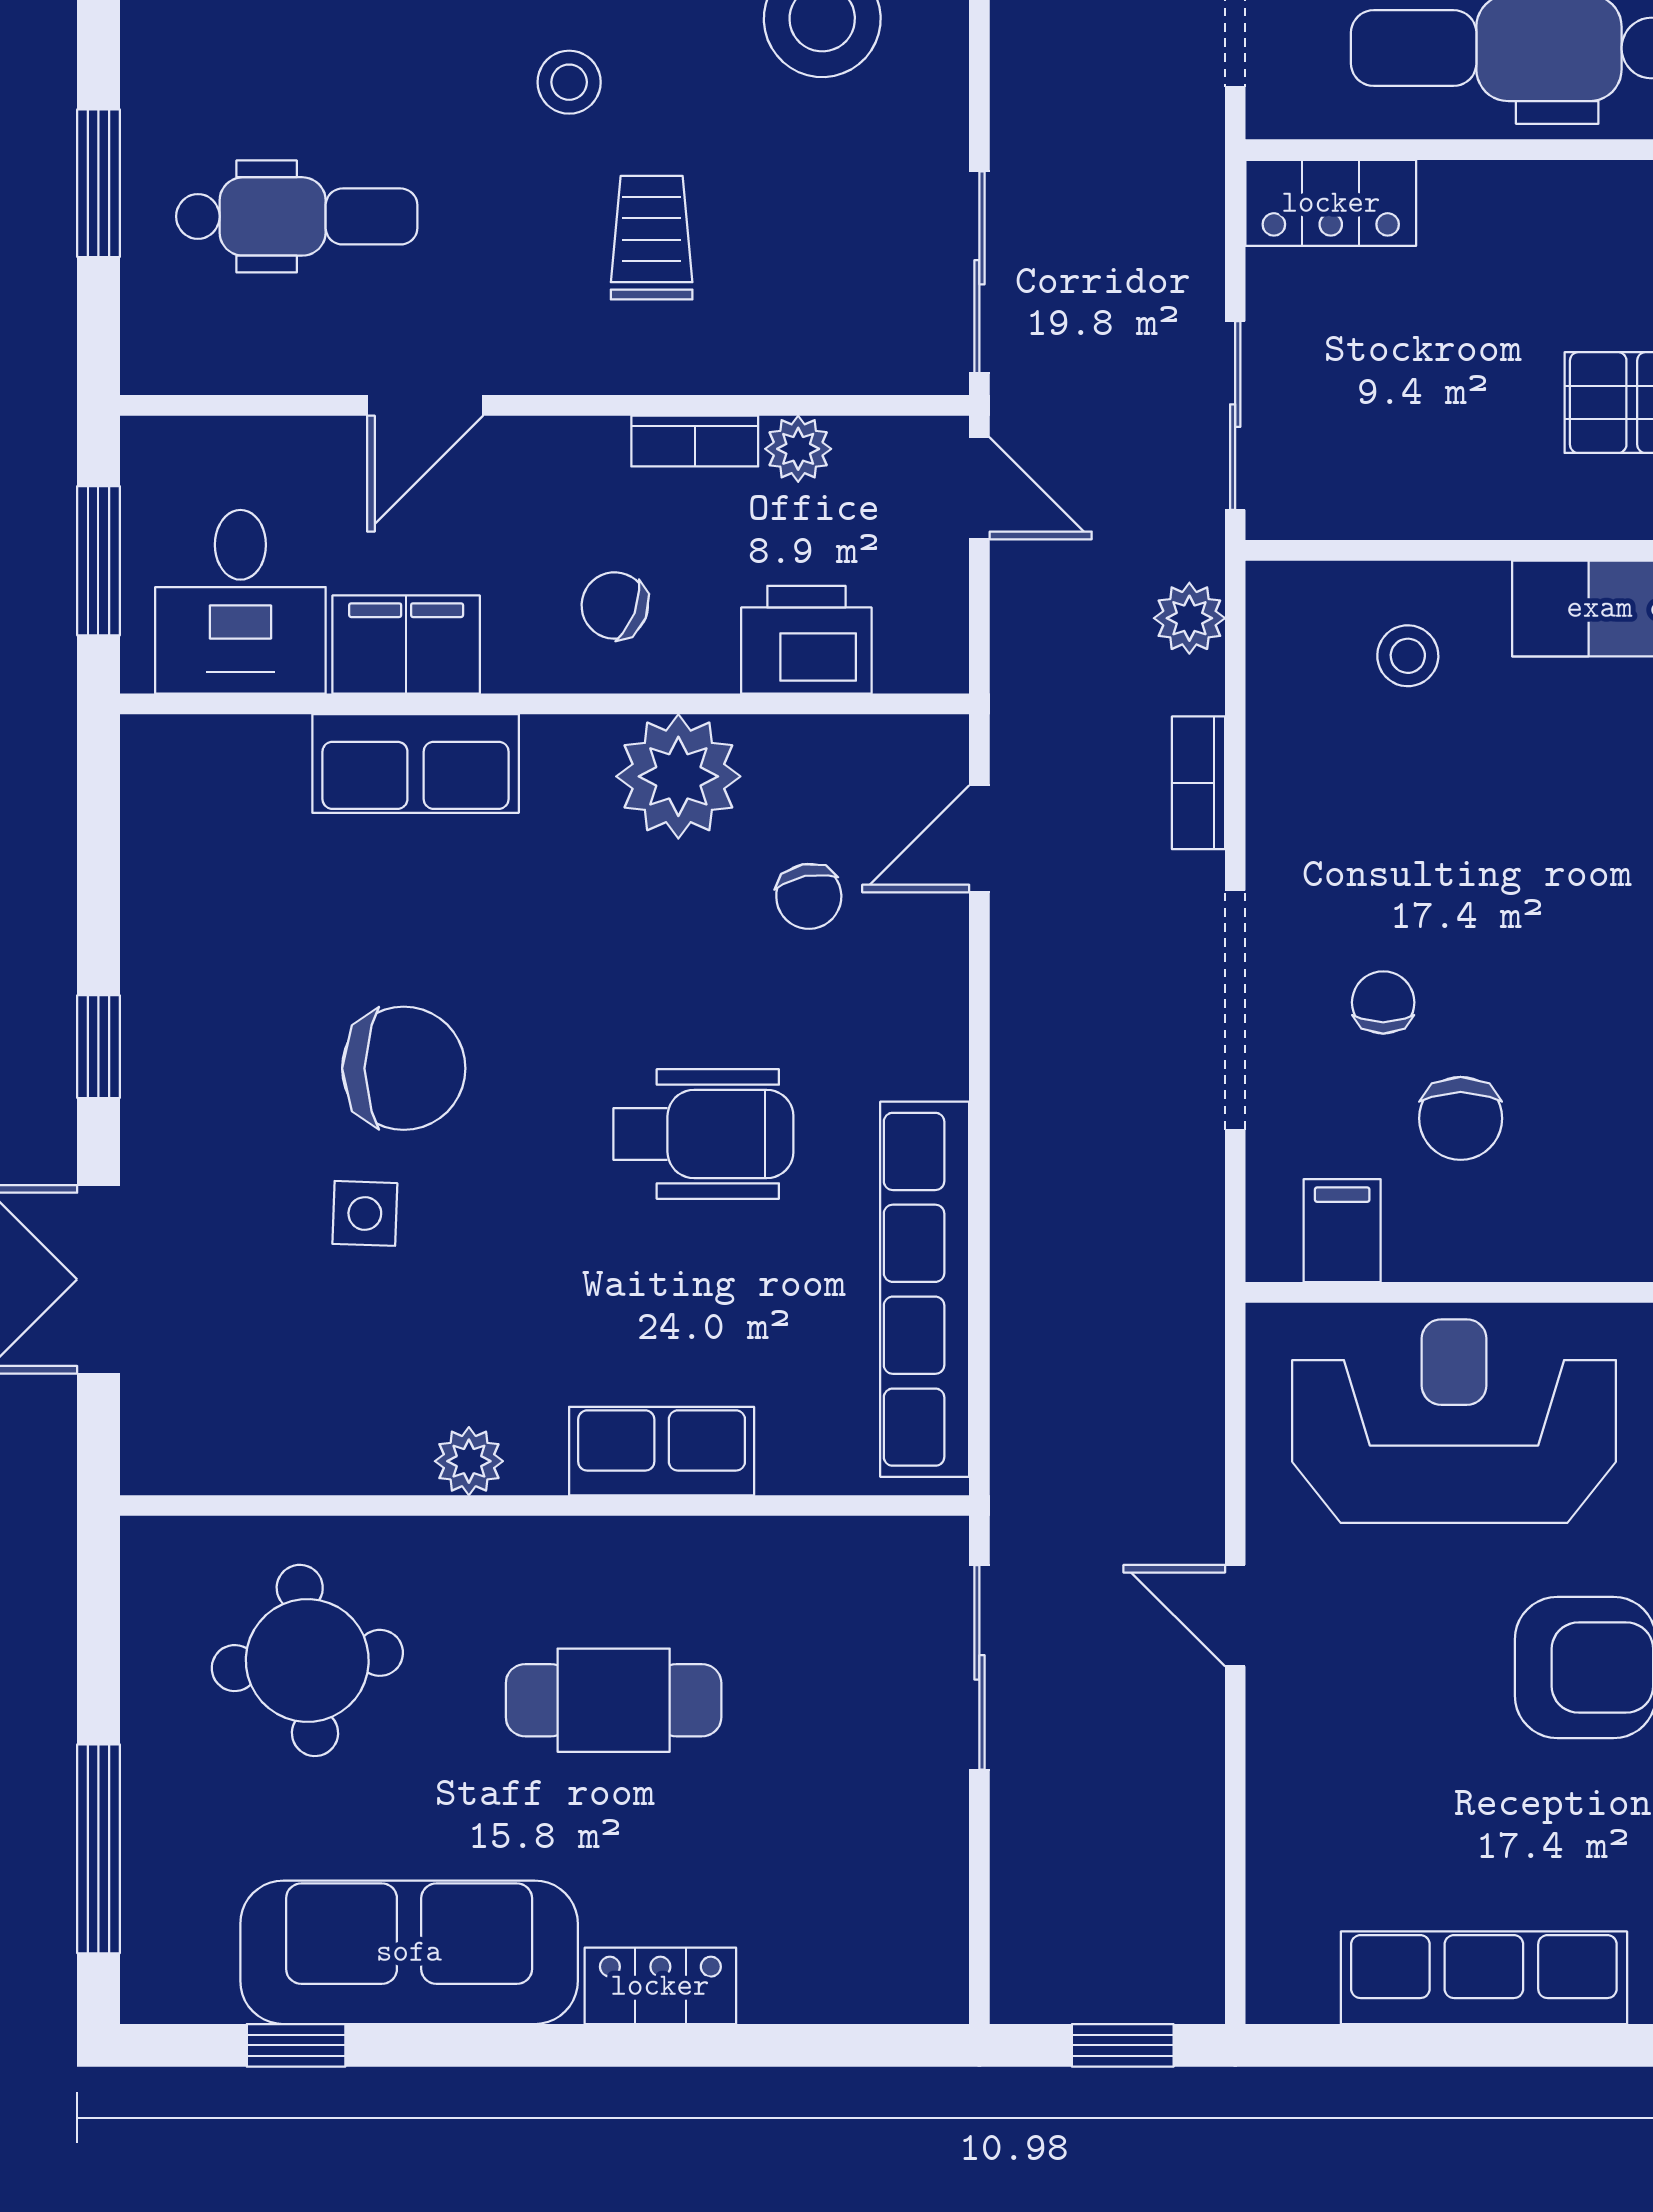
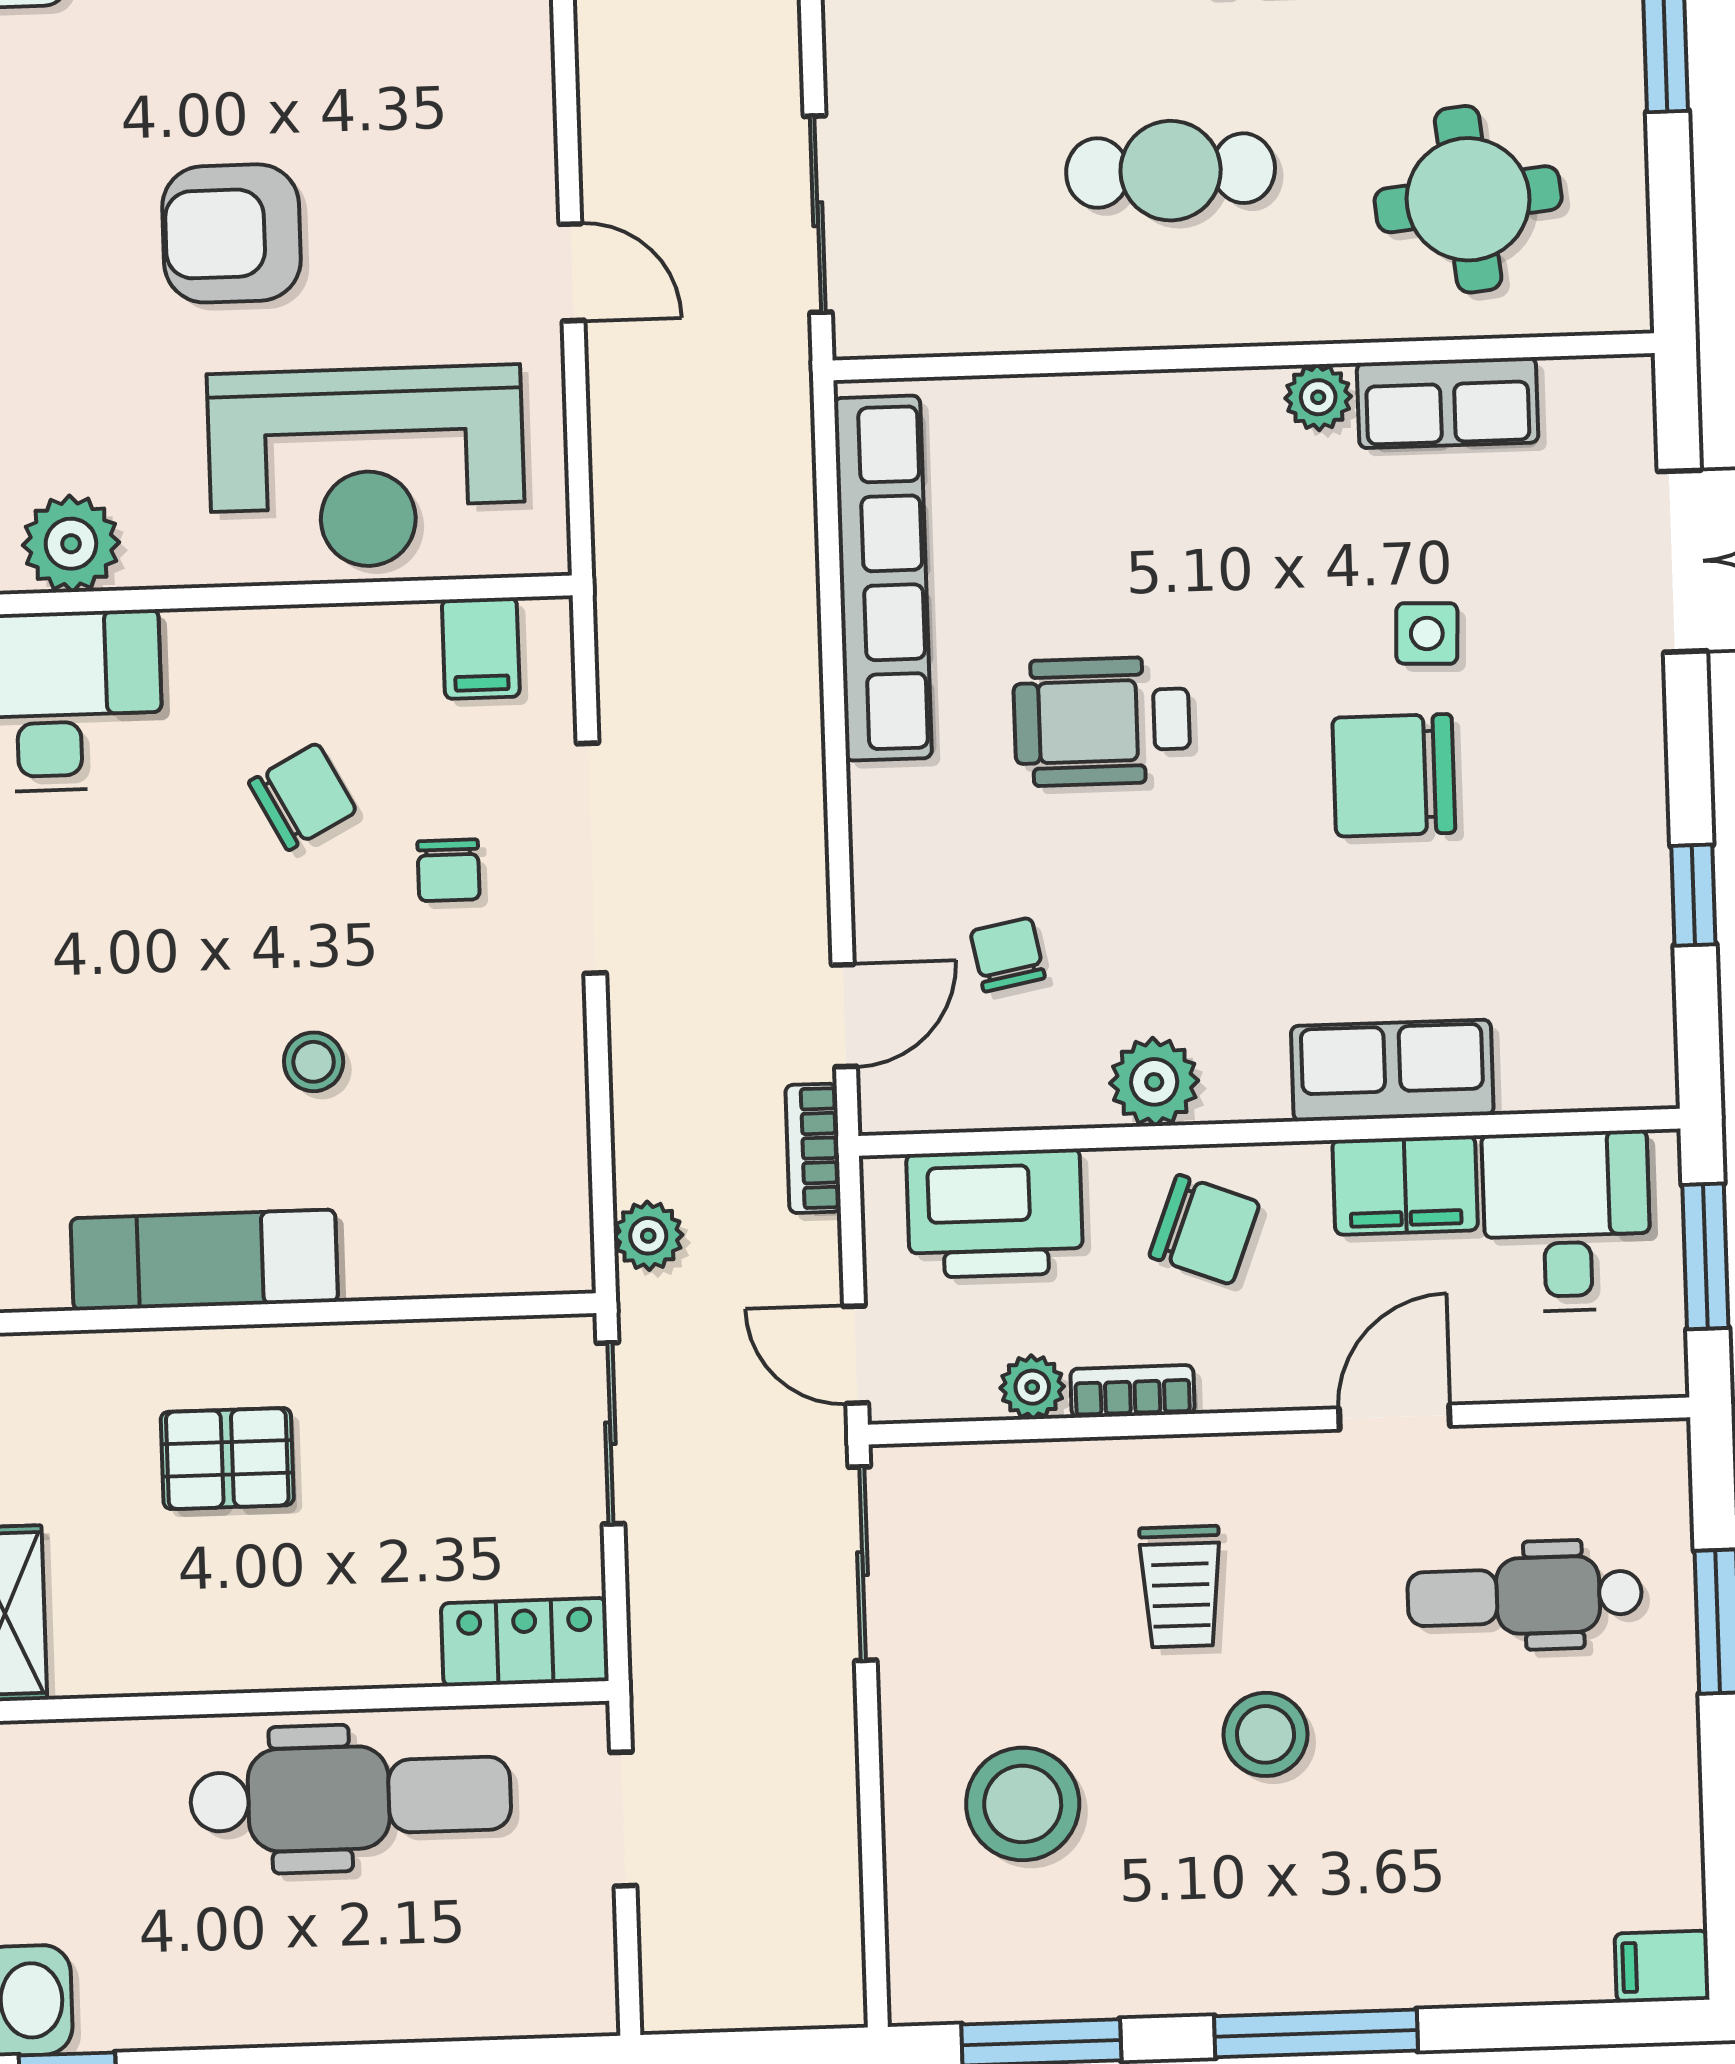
stool: (569, 82) -> (1266, 1734), width x1.37, depth x1.37
chair: (615, 606) -> (1205, 1230), width x1.37, depth x1.37
printer: (806, 640) -> (995, 1214), width x1.37, depth x1.19
stool: (1408, 656) -> (314, 1062), moved
plant: (678, 776) -> (1154, 1082), width x0.73, depth x0.73
bookcase: (1198, 783) -> (813, 1148), moved, turned 180
window: (98, 1047) -> (1693, 895), moved
chair: (1461, 1118) -> (303, 797), moved, turned 62
row of seats: (662, 1451) -> (1448, 403), moved

